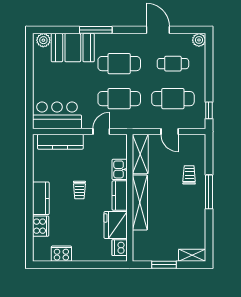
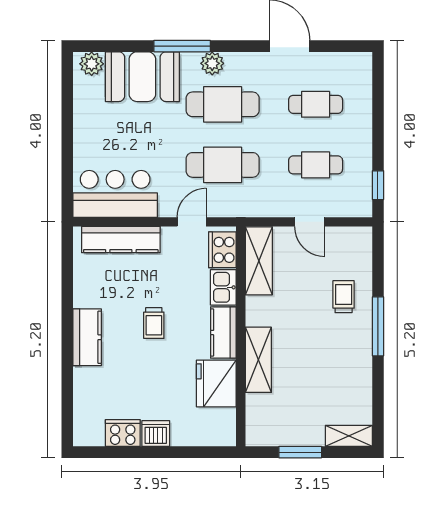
plant: (199, 40) -> (212, 63), moved
cafe table: (173, 99) -> (316, 165), width x0.73, depth x0.74
shelving: (140, 202) -> (258, 360), width x0.68
cooker: (41, 226) -> (222, 250), moved, turned 180
dishwasher: (120, 248) -> (156, 434), moved, turned 90

